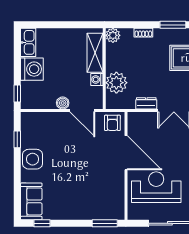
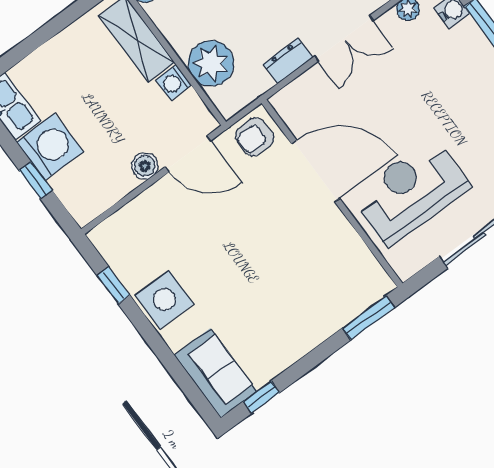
window: (17, 94) -> (36, 180), moved
armchair: (112, 123) -> (255, 137), turned 90

